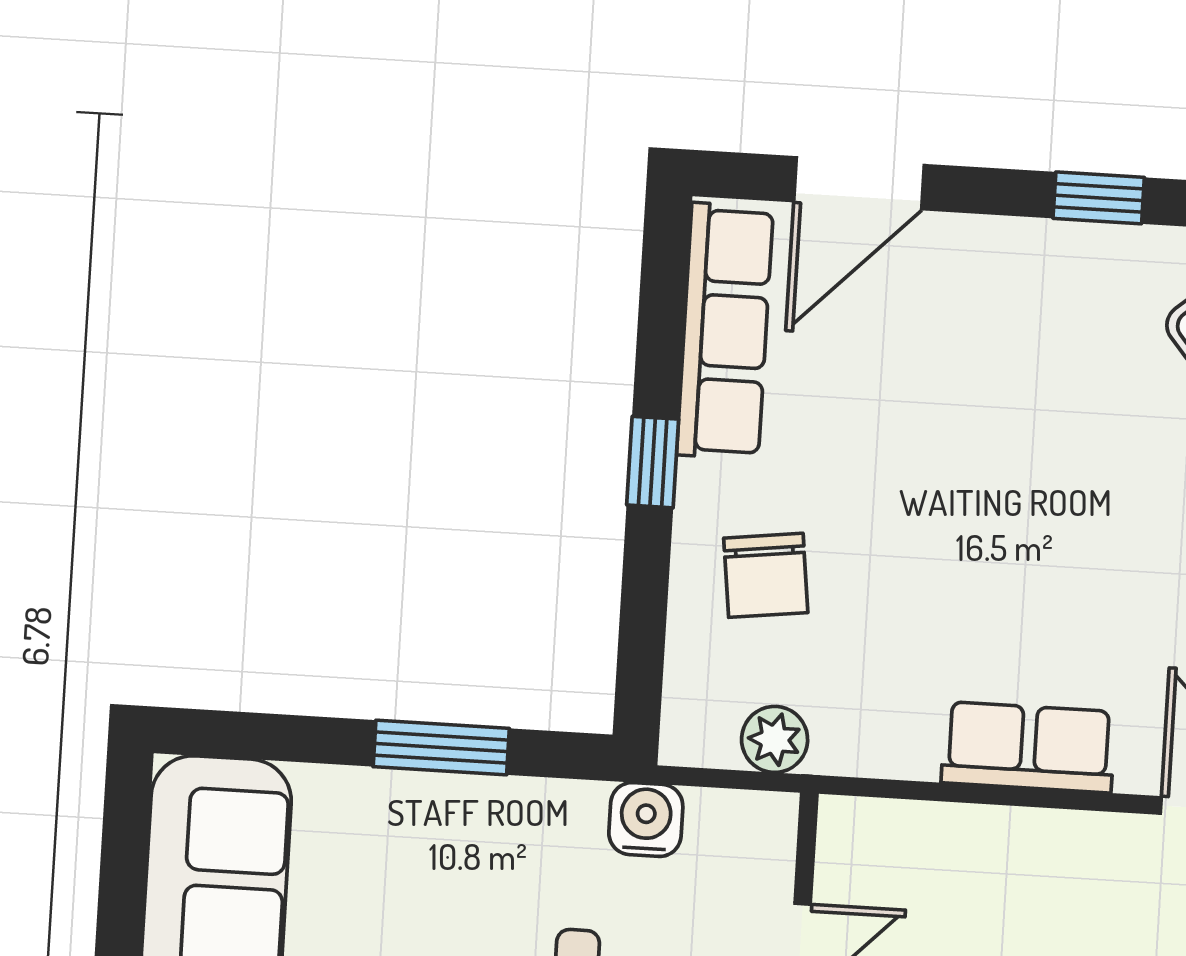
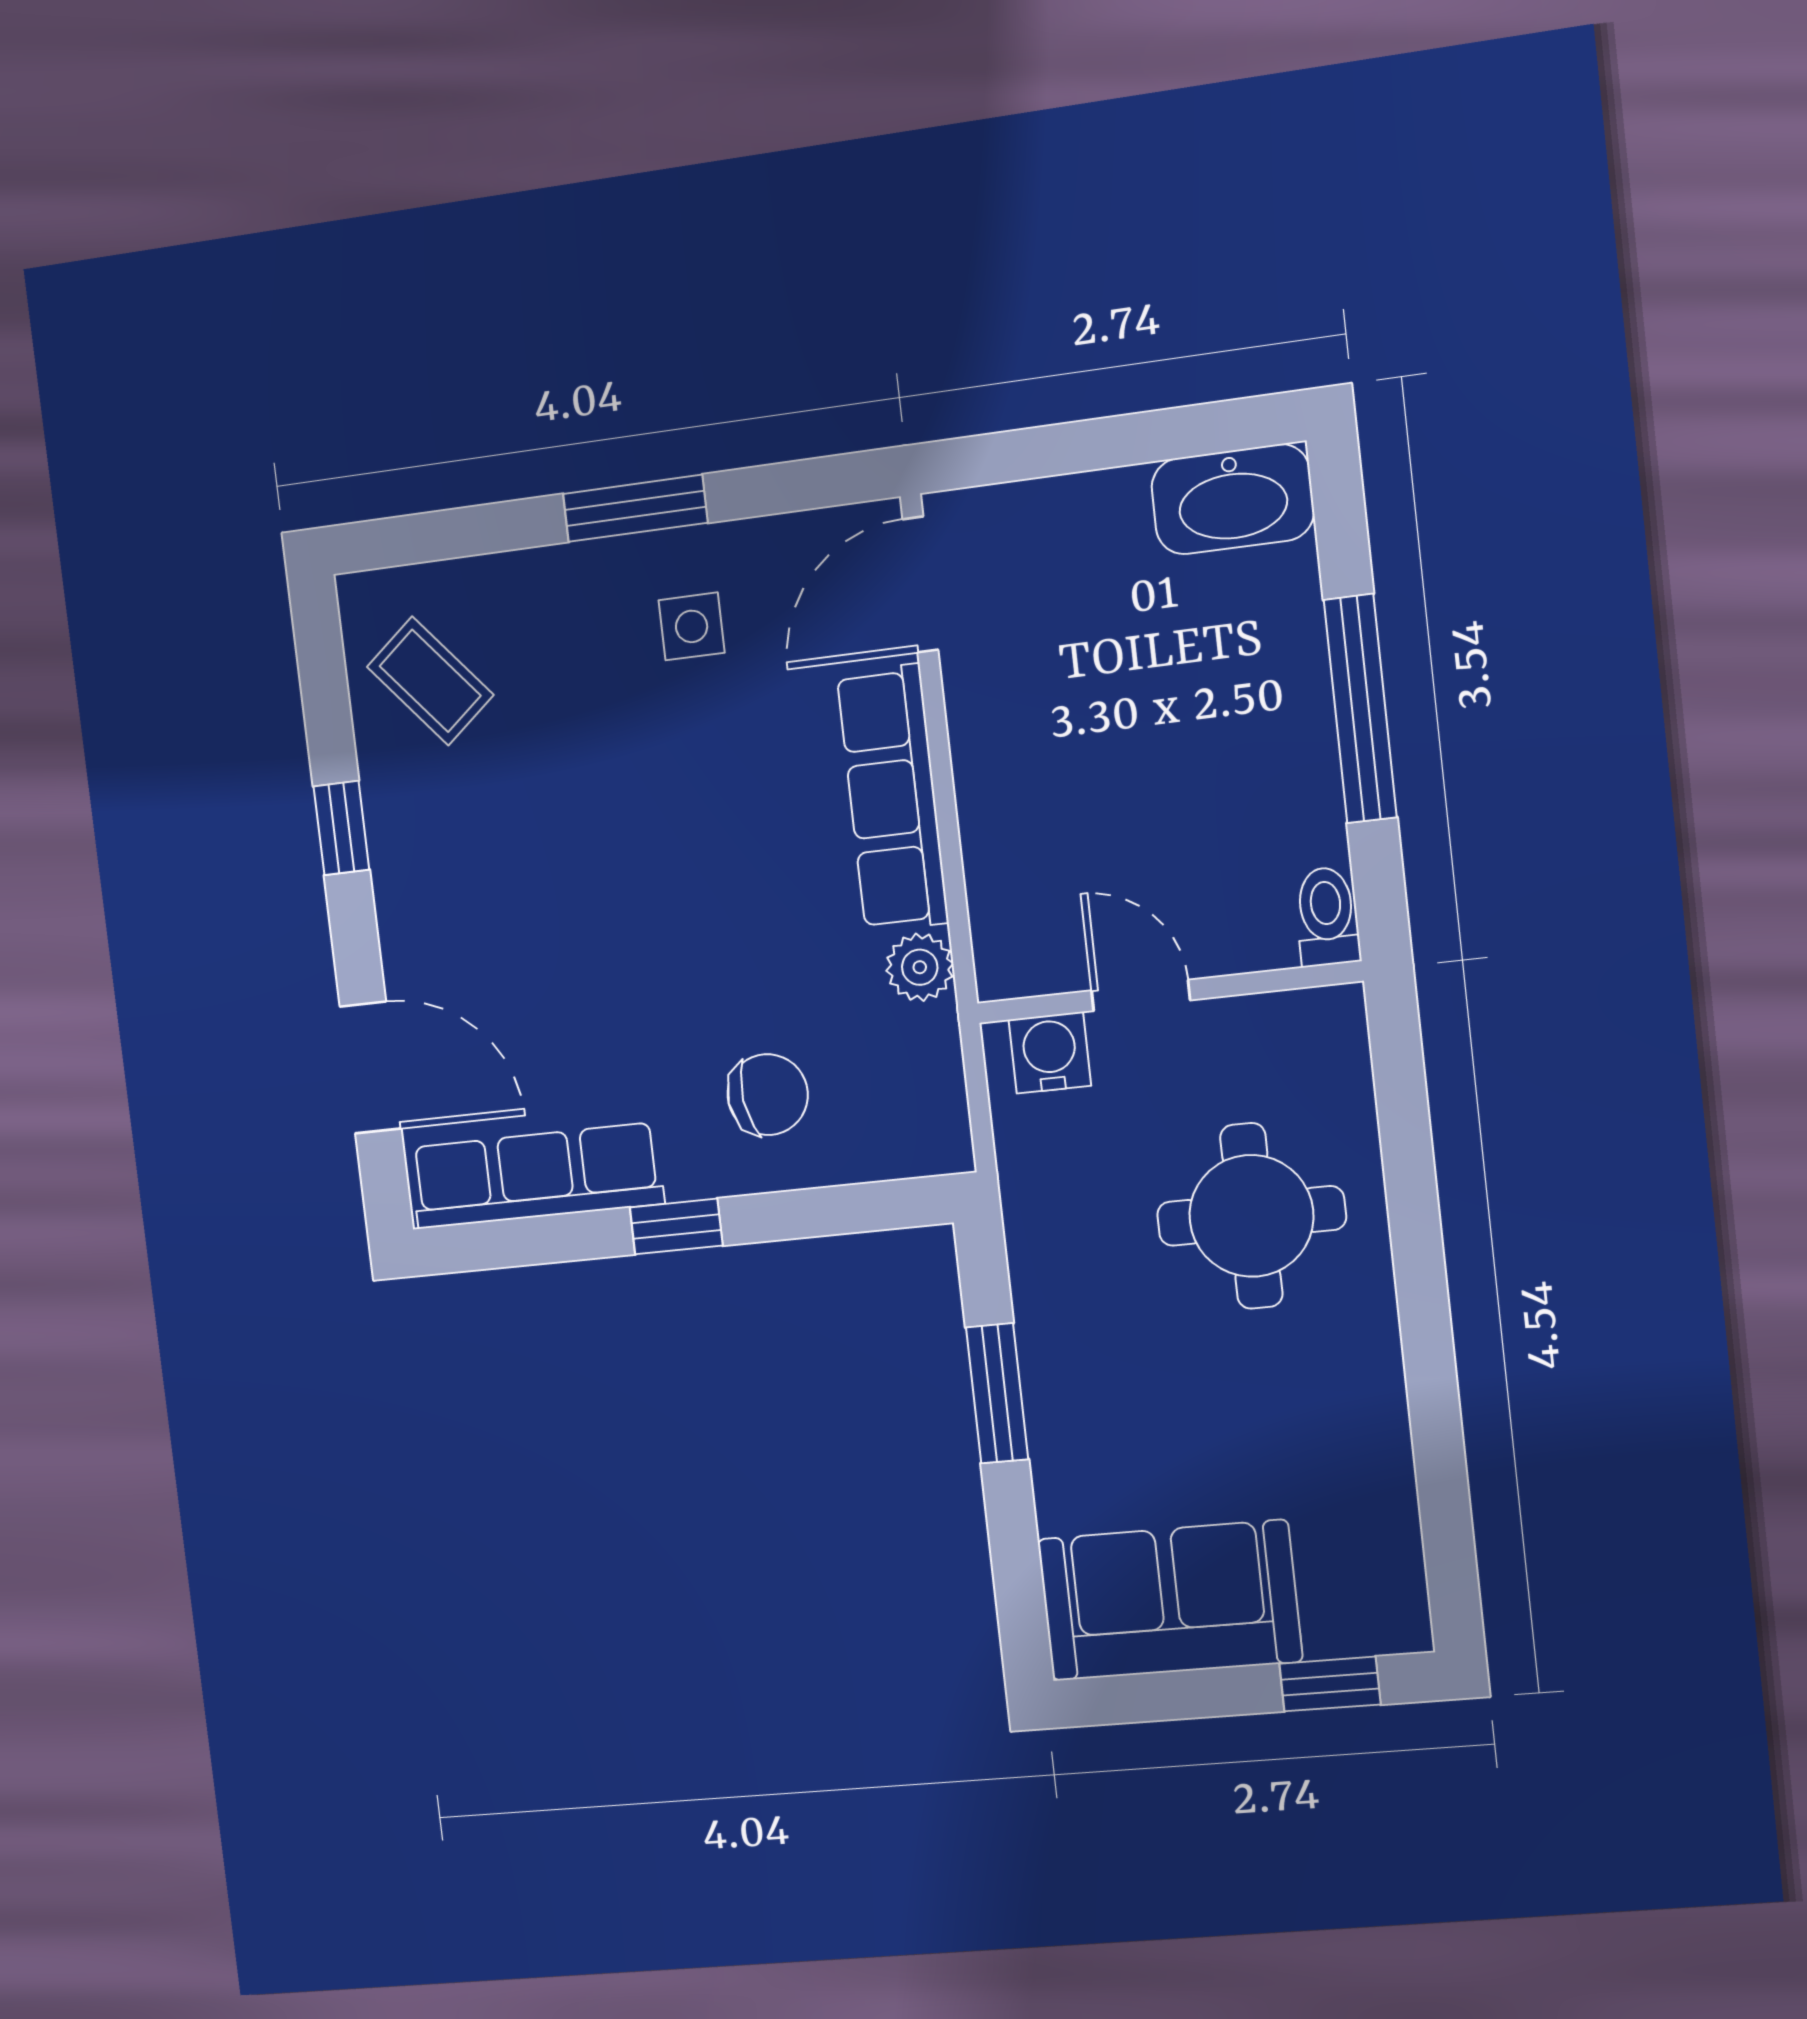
plant: (775, 739) -> (920, 967), moved
row of seats: (1028, 747) -> (893, 798), width x1.48
water cooler: (646, 820) -> (1050, 1053), moved, turned 90

